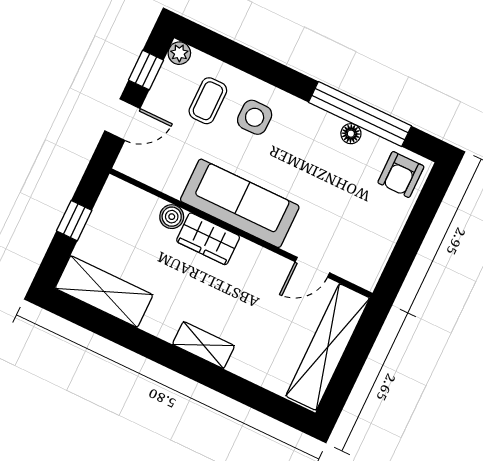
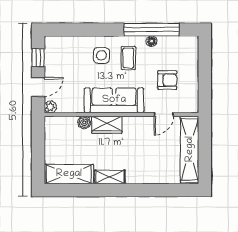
plant: (179, 53) -> (50, 107), moved
coffee table: (208, 101) -> (128, 58), moved
armchair: (401, 175) -> (167, 80), moved, turned -90
window: (74, 221) -> (38, 147), removed
shelving: (203, 345) -> (110, 177), moved

